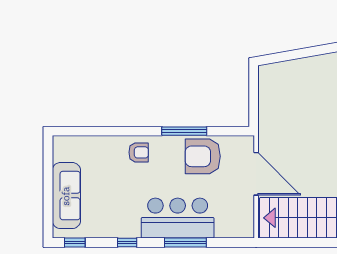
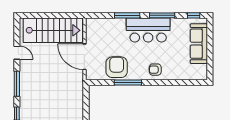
armchair: (203, 156) -> (117, 67), turned -90
bar counter: (178, 218) -> (148, 30), moved
window: (127, 242) -> (162, 15), width x2.17

